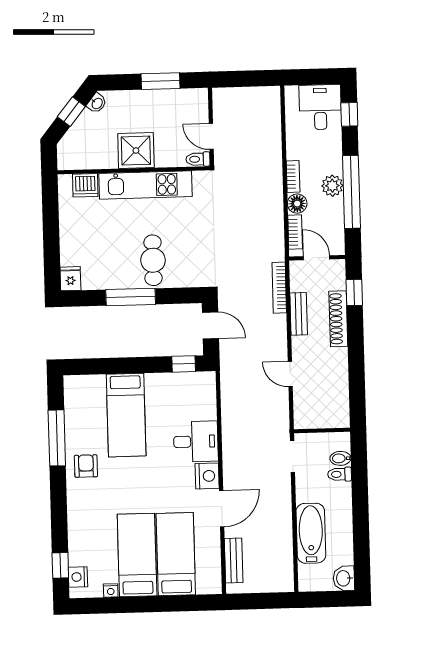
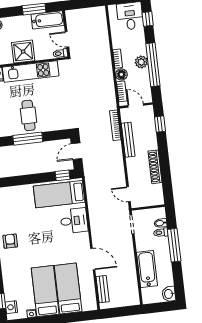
bathtub: (182, 101) -> (48, 20), added
cafe table: (153, 260) -> (29, 115), moved
bench: (299, 314) -> (128, 140), width x1.36
shoe rack: (338, 319) -> (155, 167), moved
door: (210, 325) -> (77, 151), swing flipped
door: (290, 374) -> (128, 194), moved
bed: (126, 415) -> (59, 194), moved, turned 90
nightstand: (207, 476) -> (82, 241), removed
window: (360, 497) -> (174, 245), added
door: (222, 509) -> (93, 259), hinge flipped

